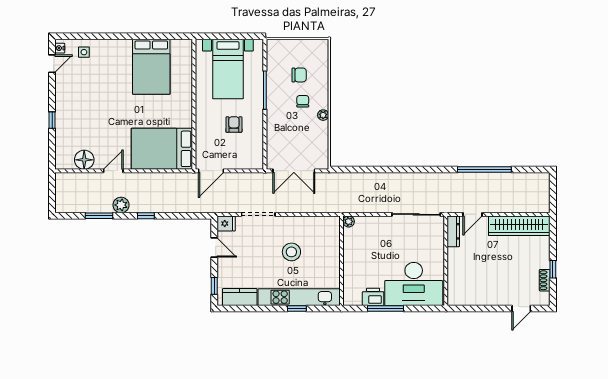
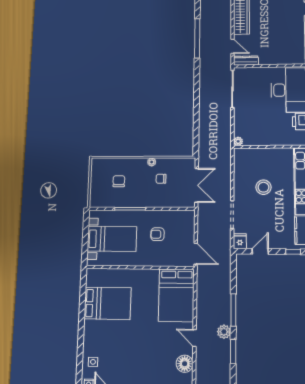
chair: (303, 101) -> (161, 179), moved
window: (146, 216) -> (233, 310), width x2.17

